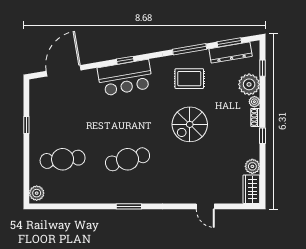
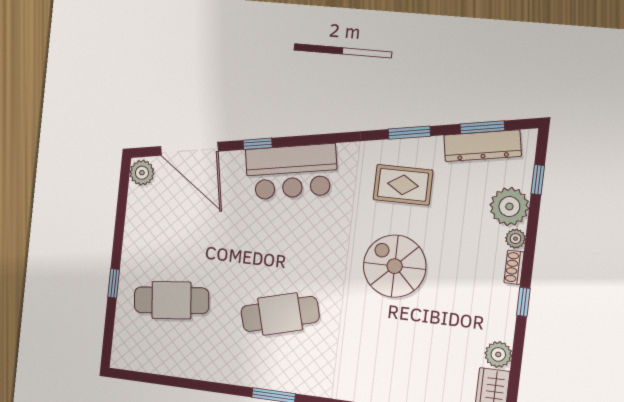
window: (190, 49) -> (409, 133), width x0.69
window: (125, 60) -> (258, 144), moved
door: (64, 71) -> (189, 149), swing flipped
spiral stairs: (190, 124) -> (395, 266), turned 90
window: (26, 125) -> (114, 283), moved
plant: (37, 193) -> (142, 173), moved

